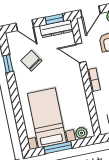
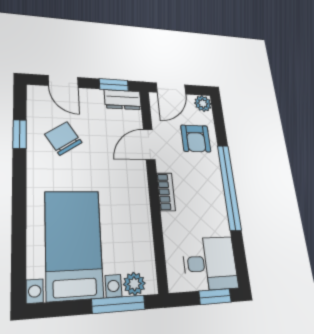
dresser: (56, 29) -> (123, 100), width x0.70
door: (81, 53) -> (149, 145), hinge flipped
window: (58, 148) -> (119, 304), moved

